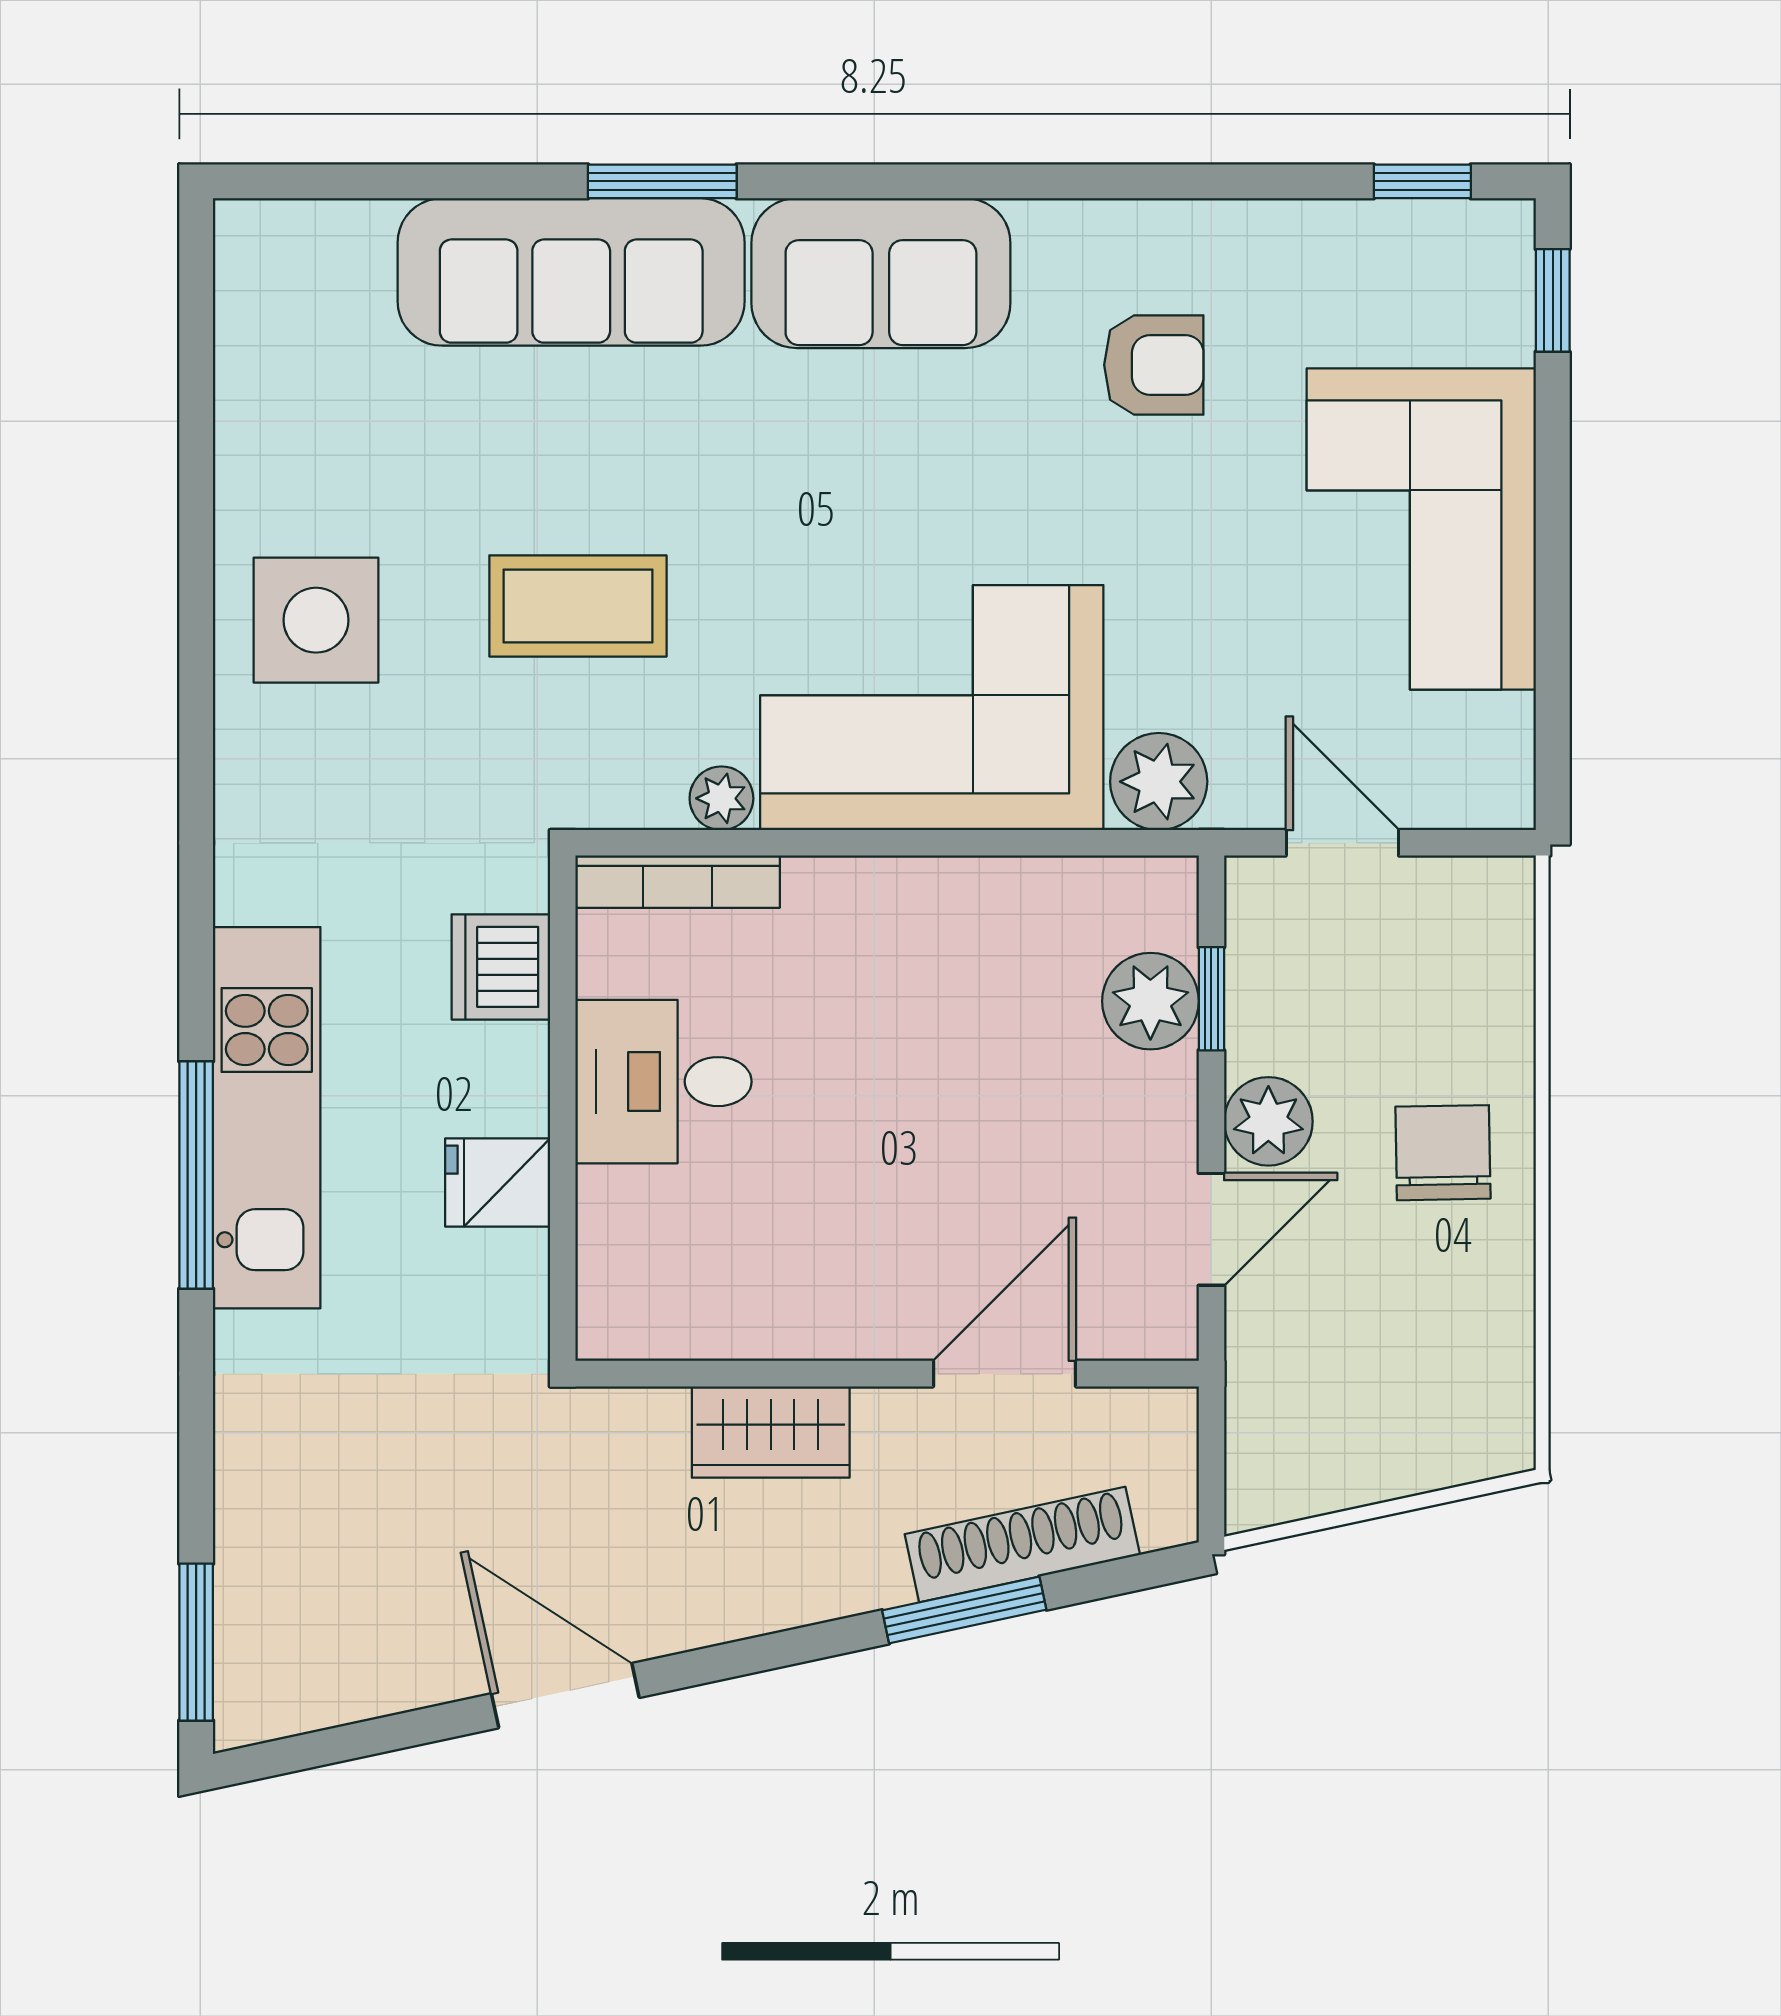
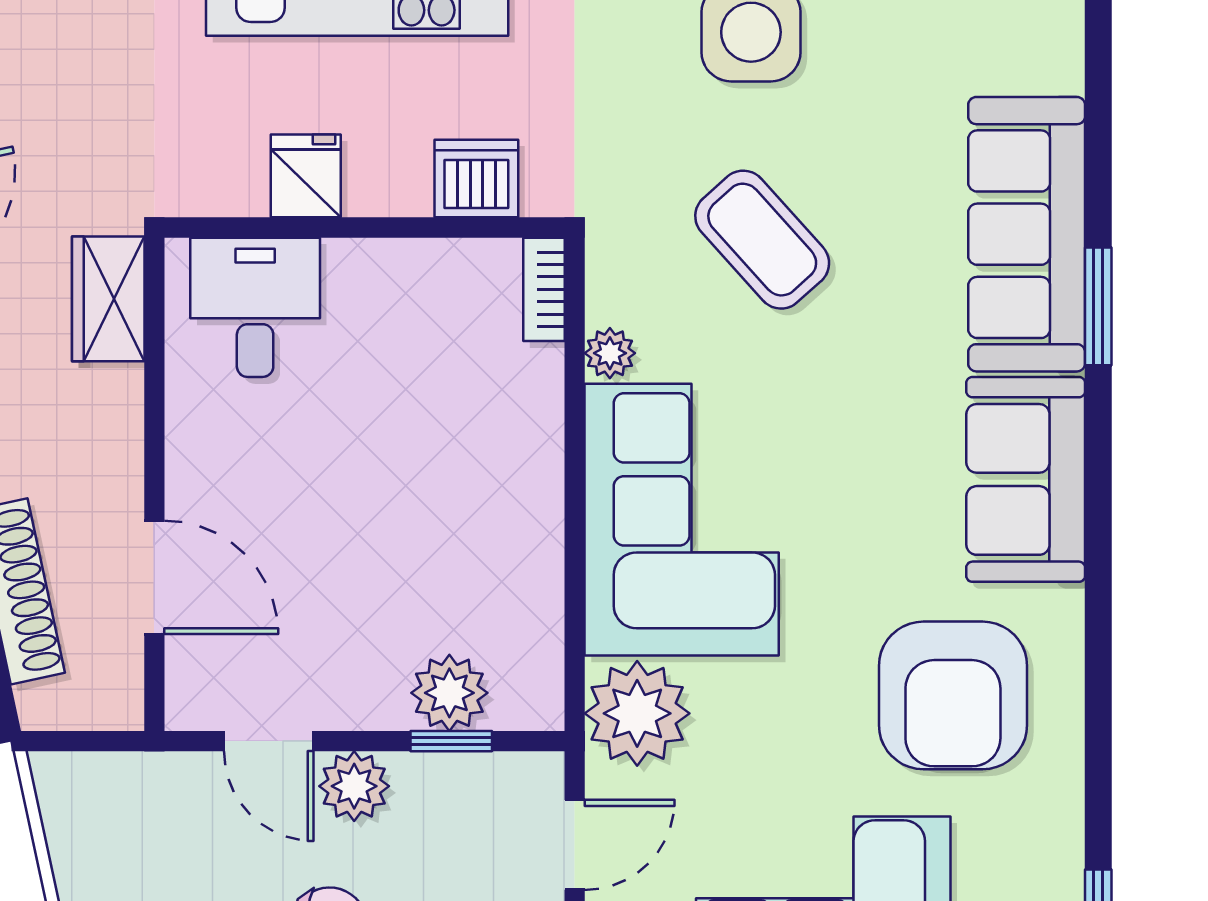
armchair: (1154, 365) -> (953, 695), width x1.88, depth x1.88
coffee table: (578, 606) -> (762, 240), turned -42
plant: (1159, 782) -> (637, 713), width x1.36, depth x1.36
bookcase: (678, 882) -> (544, 289), width x0.64
desk: (663, 1082) -> (255, 307), moved
wardrobe: (771, 1432) -> (108, 299), moved

